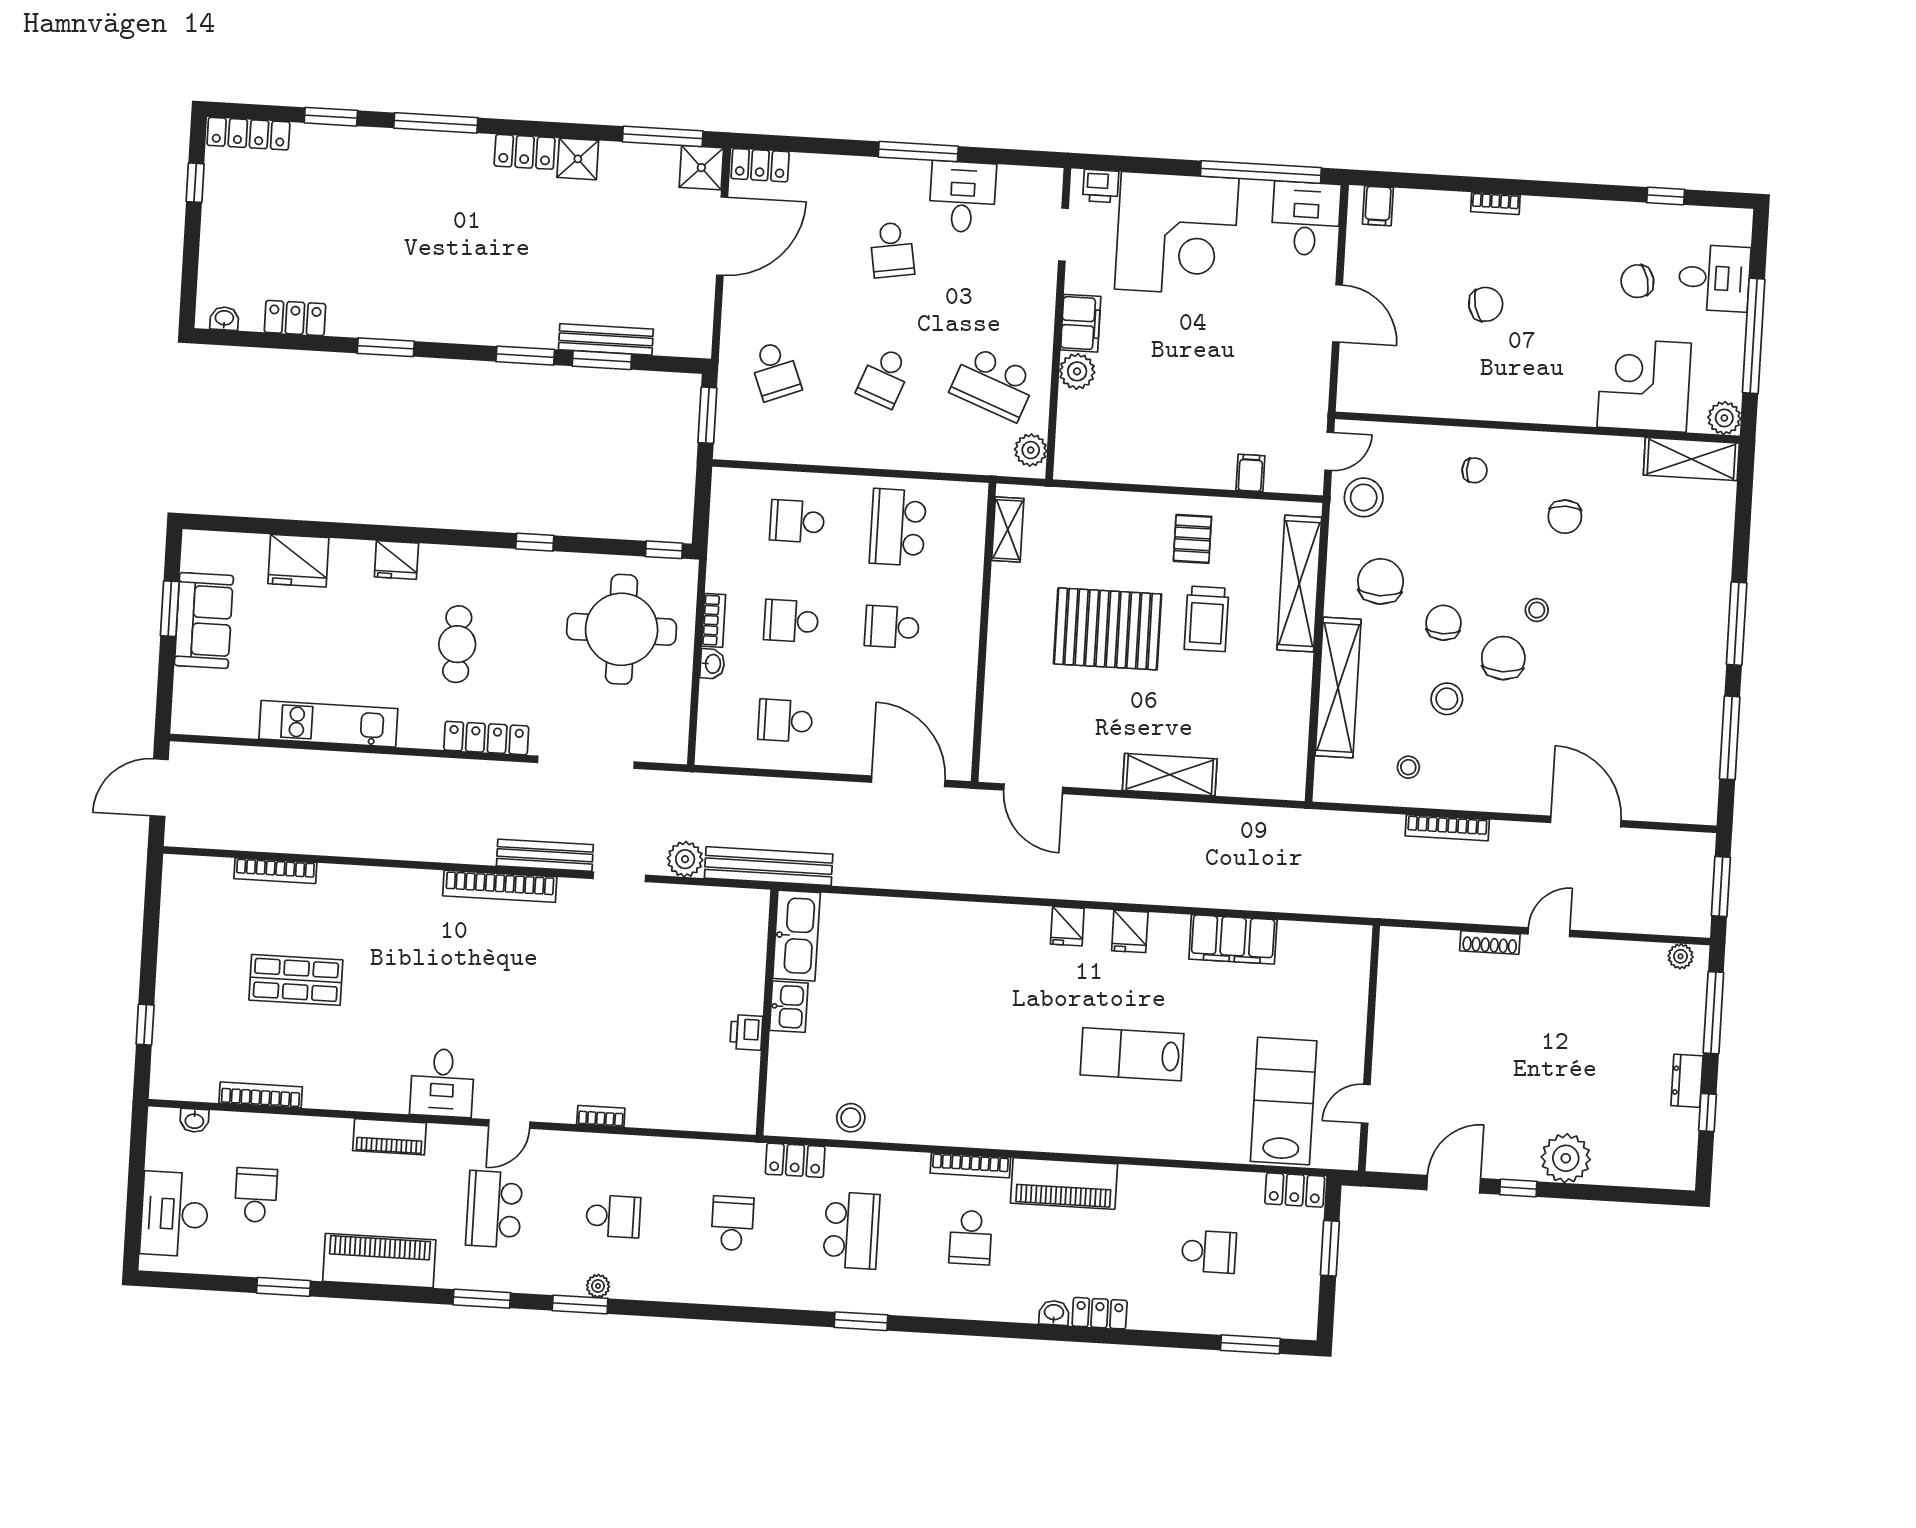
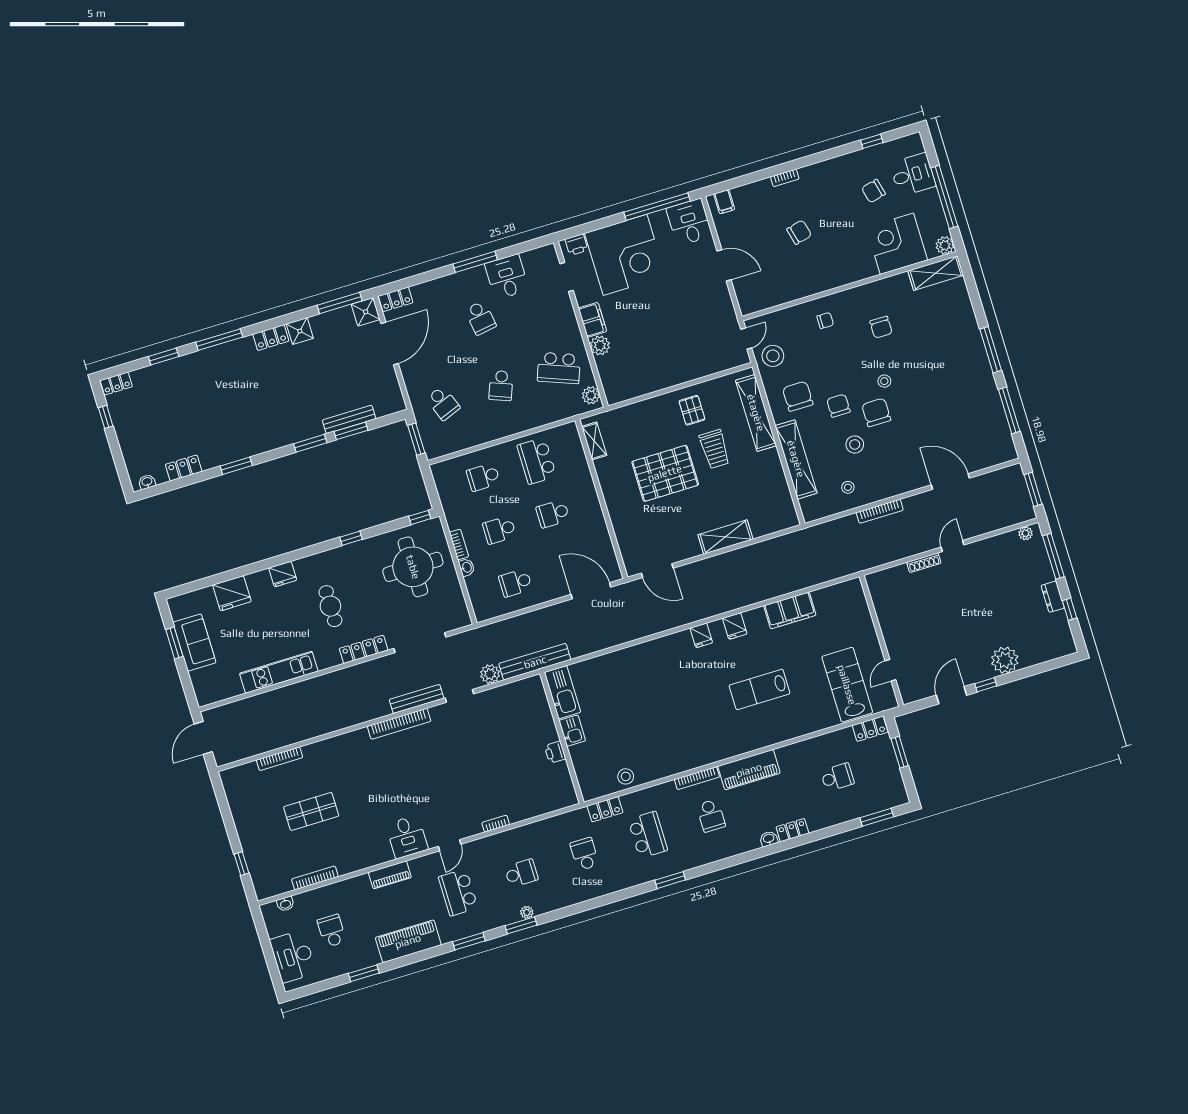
locker: (248, 134) -> (116, 384), width x0.66
filing cabinet: (1250, 473) -> (709, 365), removed

